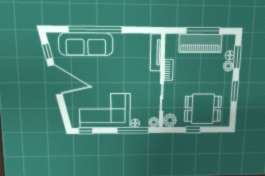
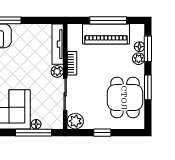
dining table: (203, 109) -> (125, 98), moved, turned 90
plant: (154, 122) -> (57, 71), moved

